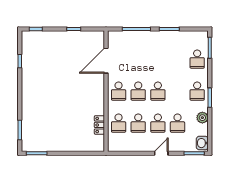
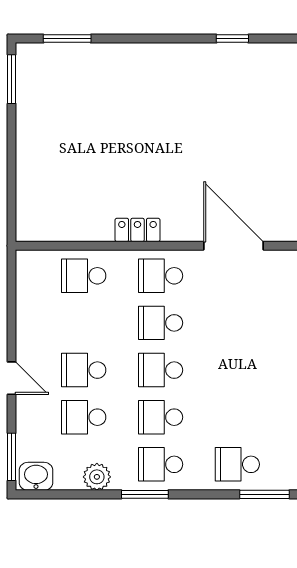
school desk: (138, 123) -> (161, 417), moved
locker: (99, 125) -> (137, 230), moved

